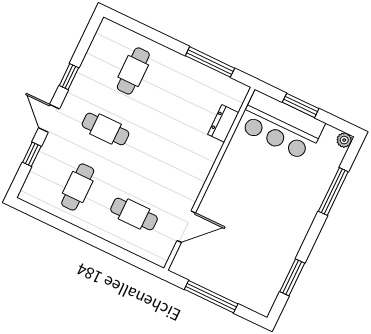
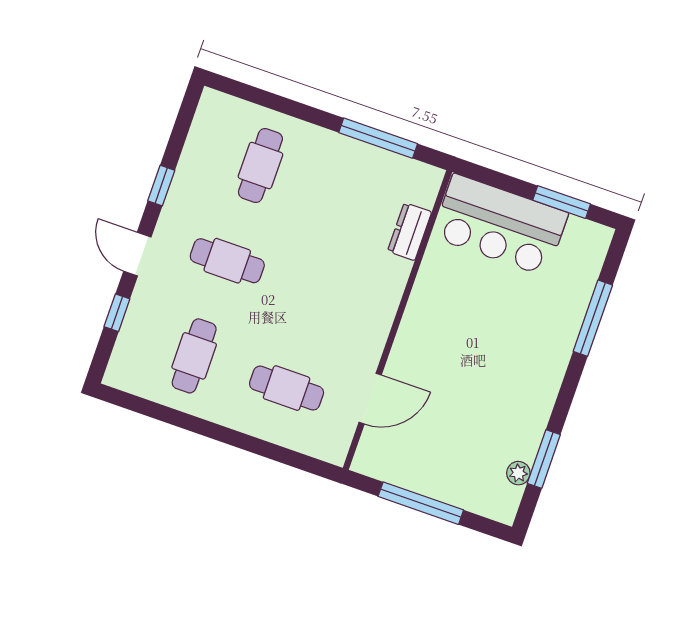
window: (301, 105) -> (562, 202), moved
plant: (344, 140) -> (518, 473), moved

